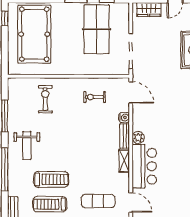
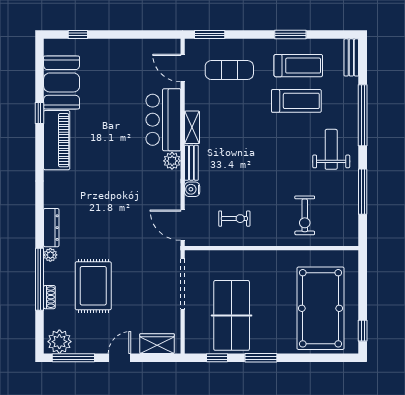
treadmill: (51, 179) -> (296, 101), turned 180

